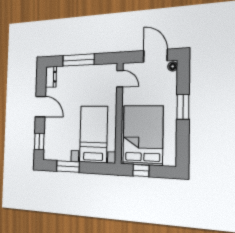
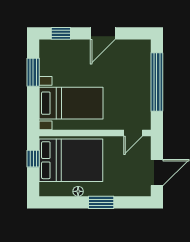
window: (78, 60) -> (157, 82), width x1.46
floor lamp: (173, 66) -> (78, 191), moved
dresser: (51, 77) -> (138, 46), removed

